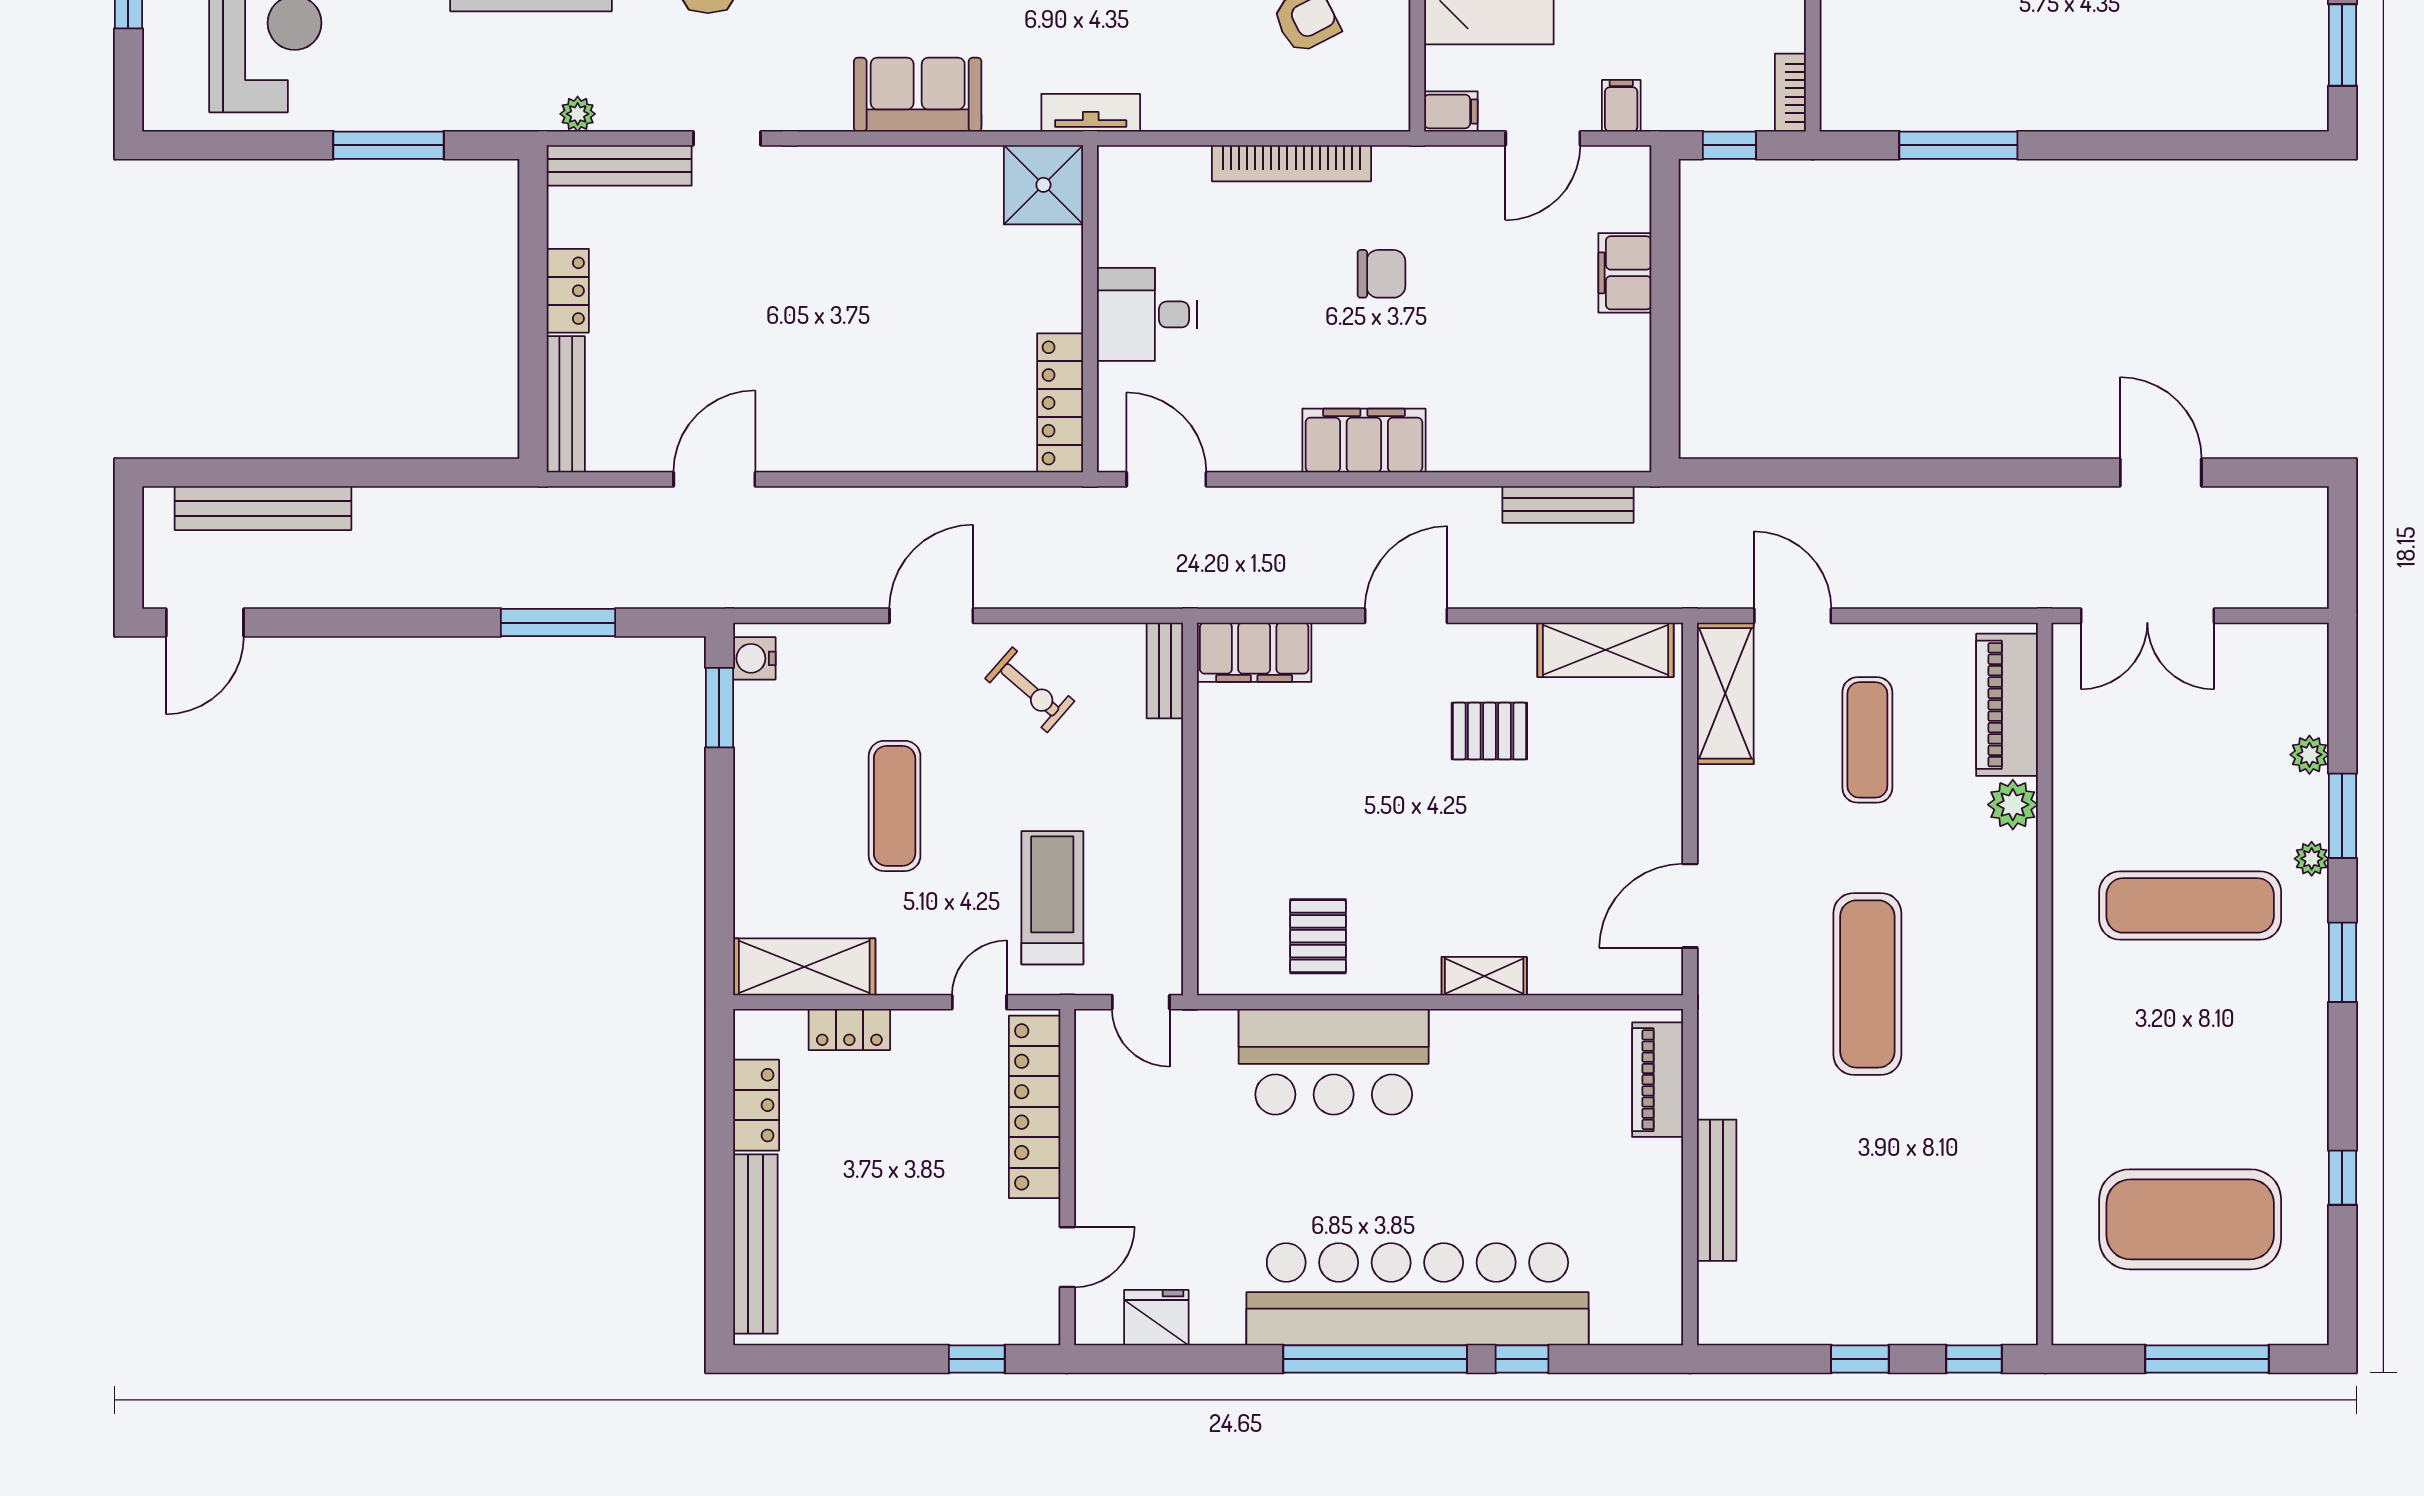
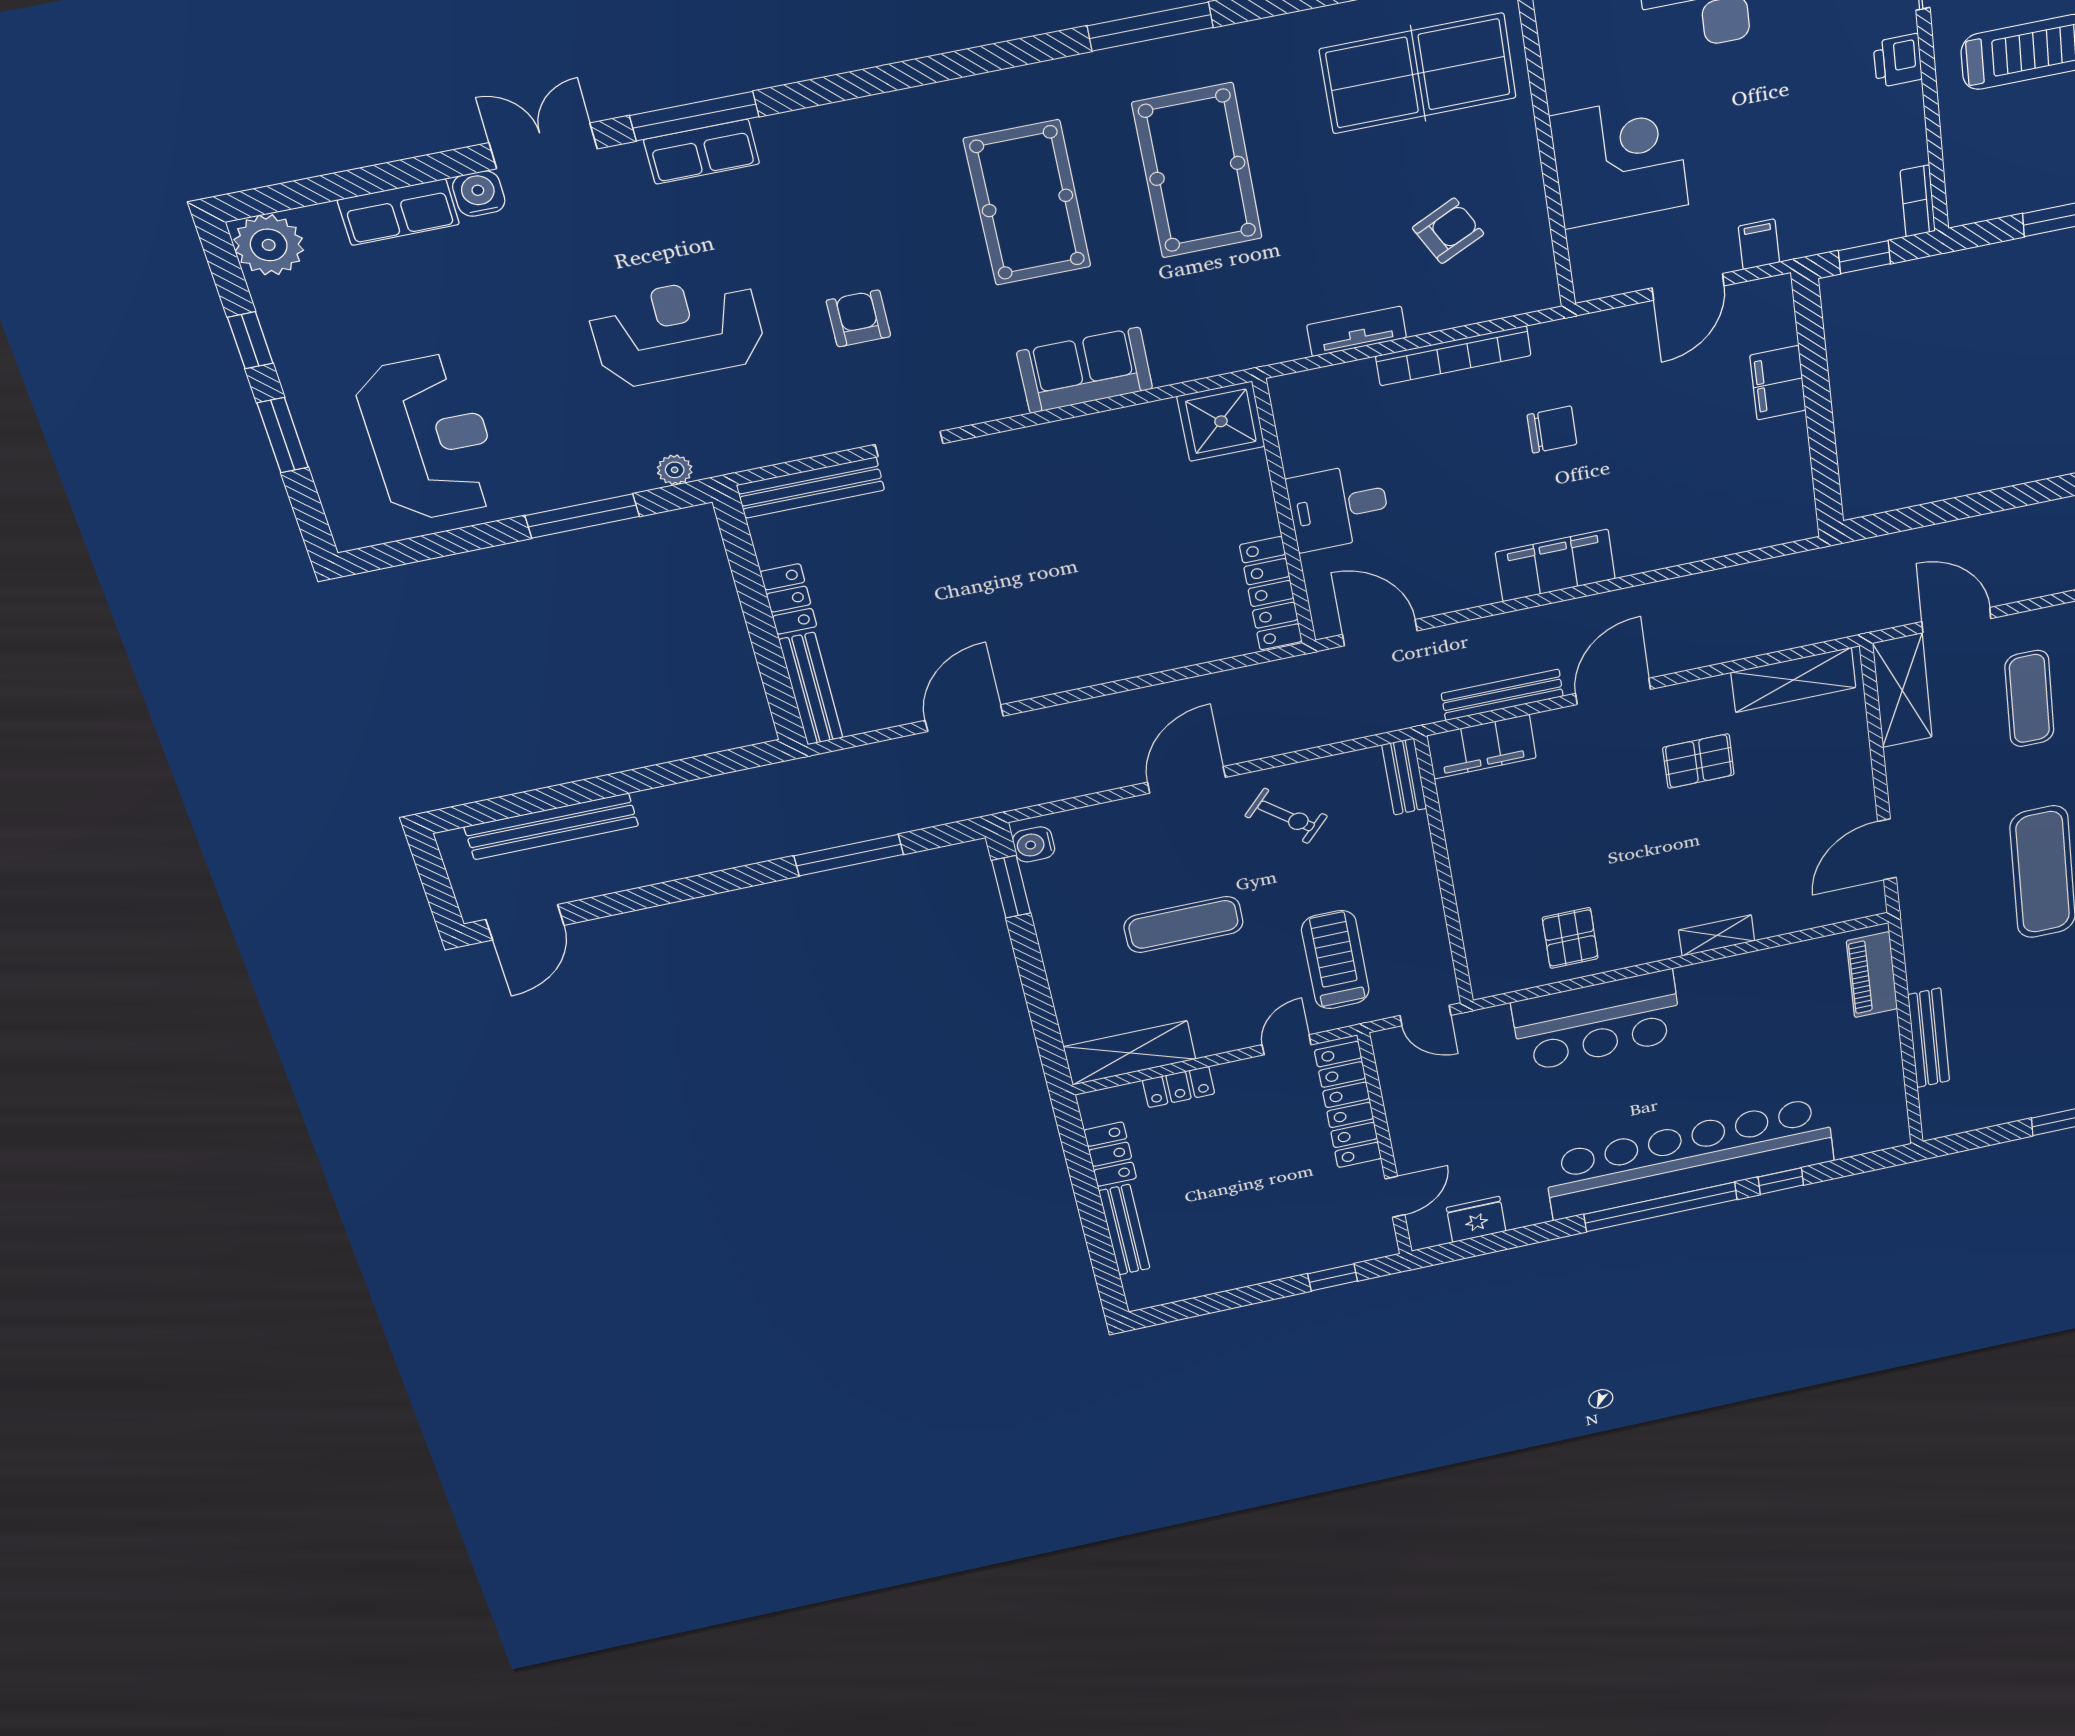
filing cabinet: (1451, 111) -> (1598, 282), removed
tv unit: (1091, 113) -> (1357, 331), moved
plant: (578, 114) -> (675, 470), moved
bench: (1568, 504) -> (1502, 695), moved
exercise mat: (895, 806) -> (1184, 924), turned 90
bench: (755, 1244) -> (1124, 1230), width x0.73, depth x0.82

